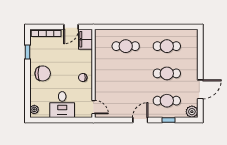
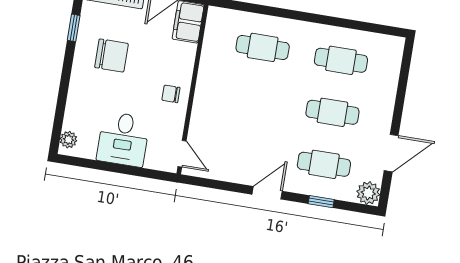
chair: (43, 73) -> (111, 55), moved

